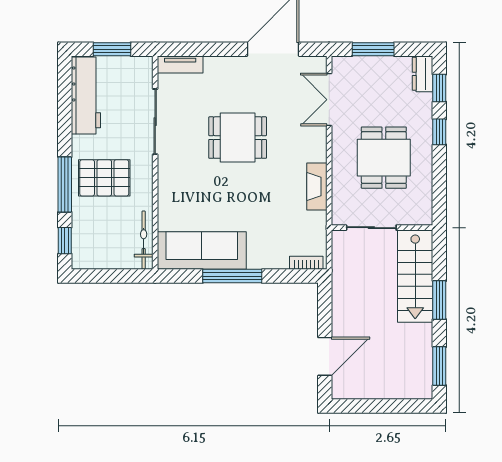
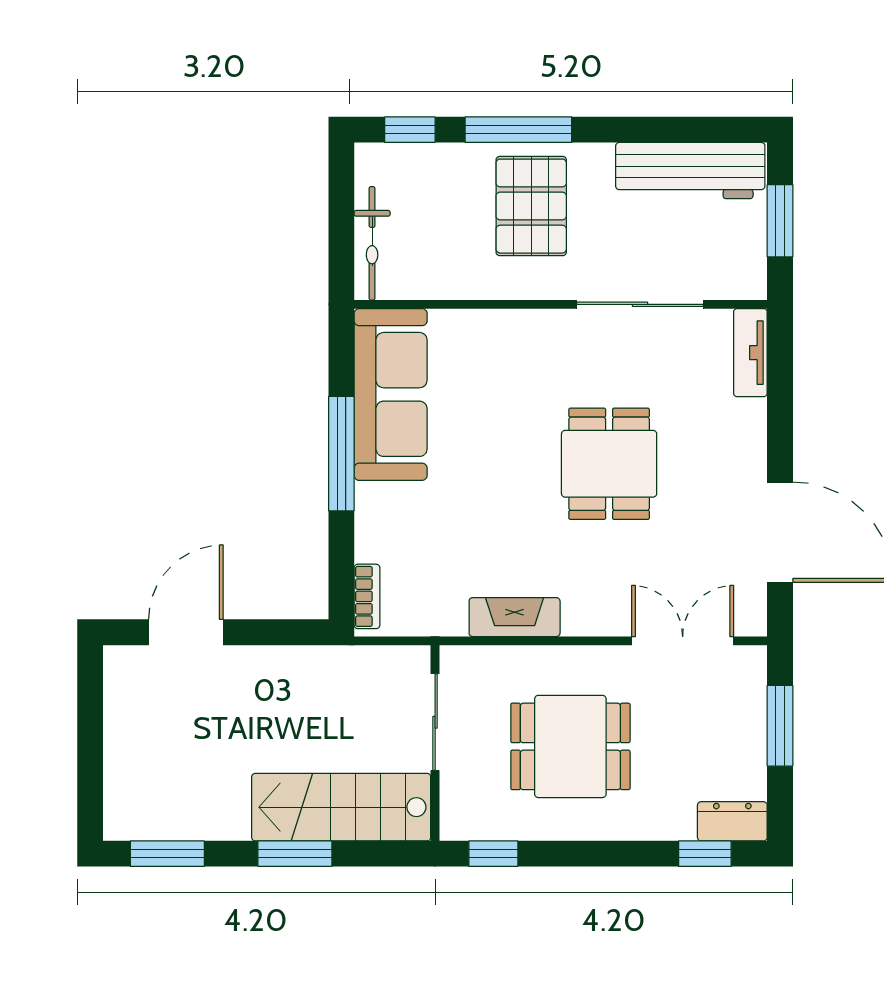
window: (439, 132) -> (493, 854), moved
bicycle: (144, 240) -> (372, 243), moved, turned 90
door: (325, 356) -> (186, 632), swing flipped

